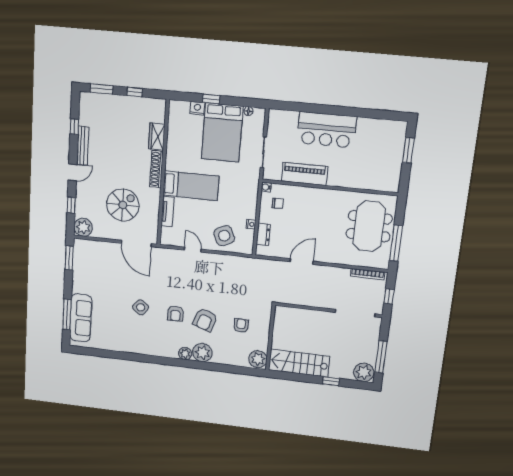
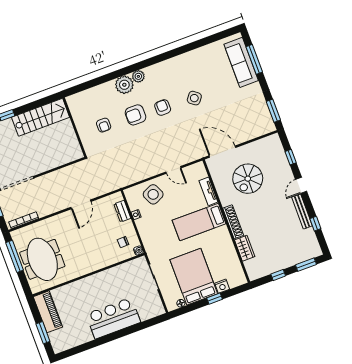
piano: (304, 174) -> (48, 312), moved, turned -90
plant: (83, 227) -> (273, 143), removed
armchair: (205, 320) -> (136, 115), turned -109
plant: (258, 359) -> (76, 103), removed

